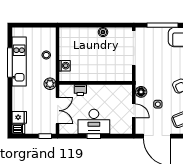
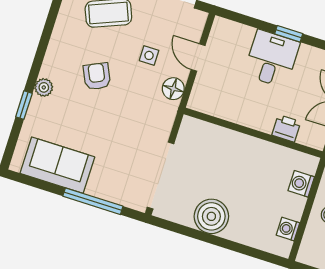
boiler: (103, 32) -> (211, 216), width x1.86, depth x1.86
washing machine: (64, 42) -> (288, 229), added
desk: (94, 122) -> (272, 59), width x0.73

